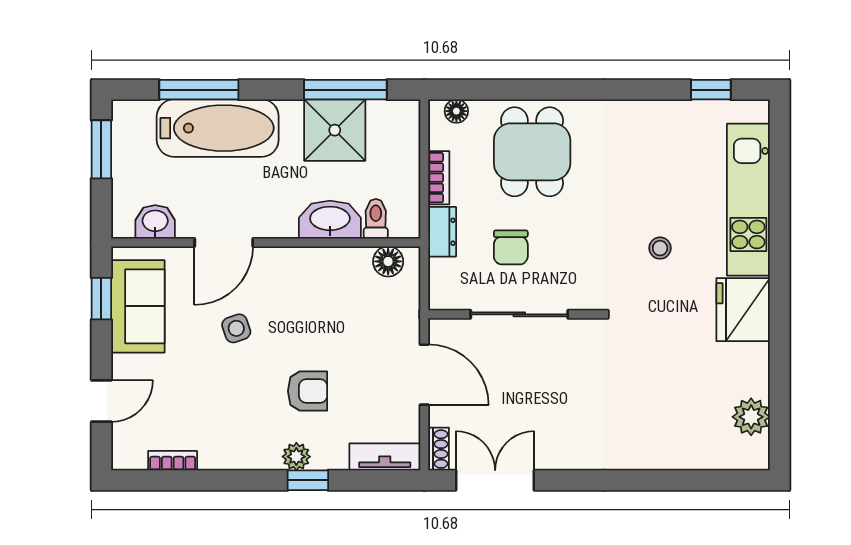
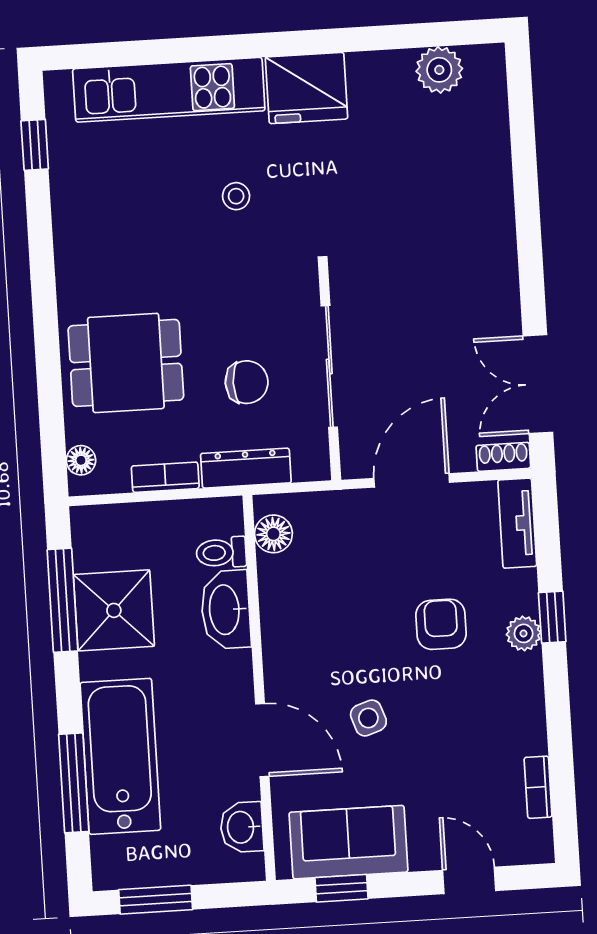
dresser: (442, 232) -> (246, 468), width x1.44

